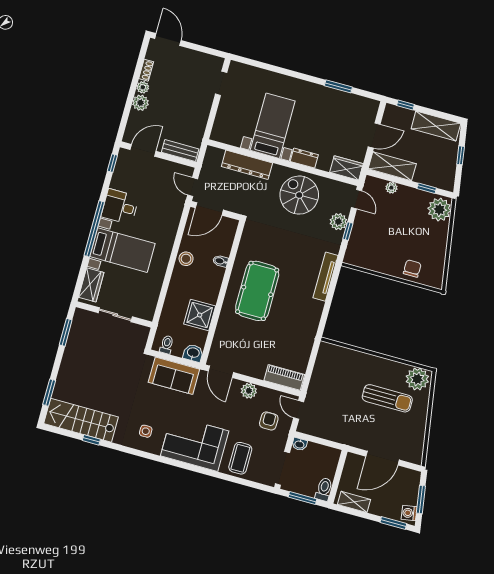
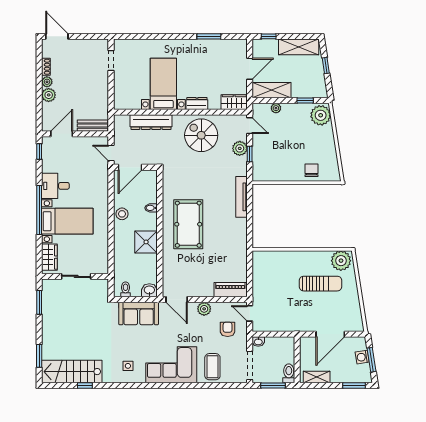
shower: (200, 315) -> (146, 242), moved
washing machine: (409, 513) -> (362, 357), moved

